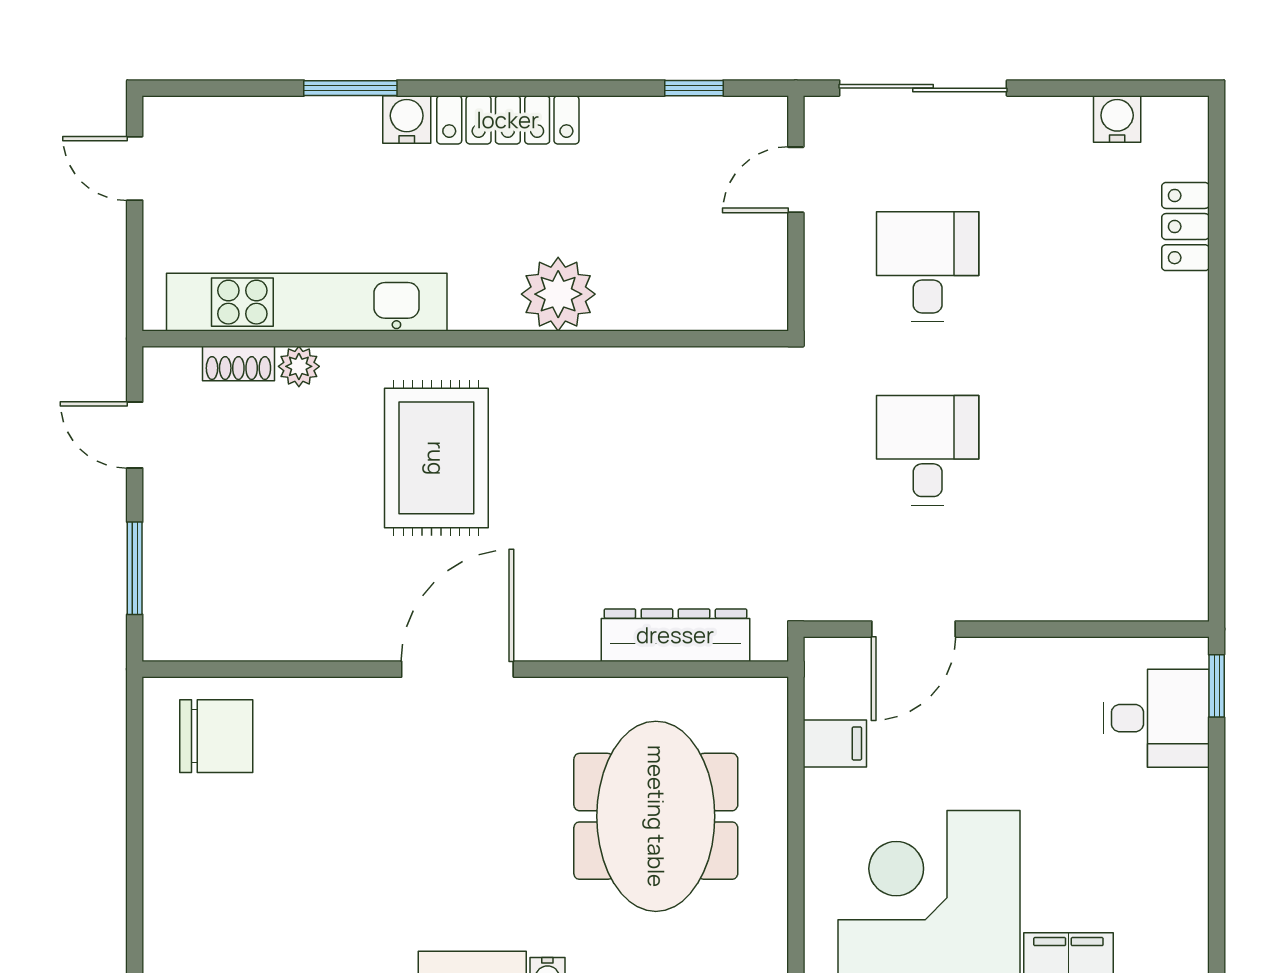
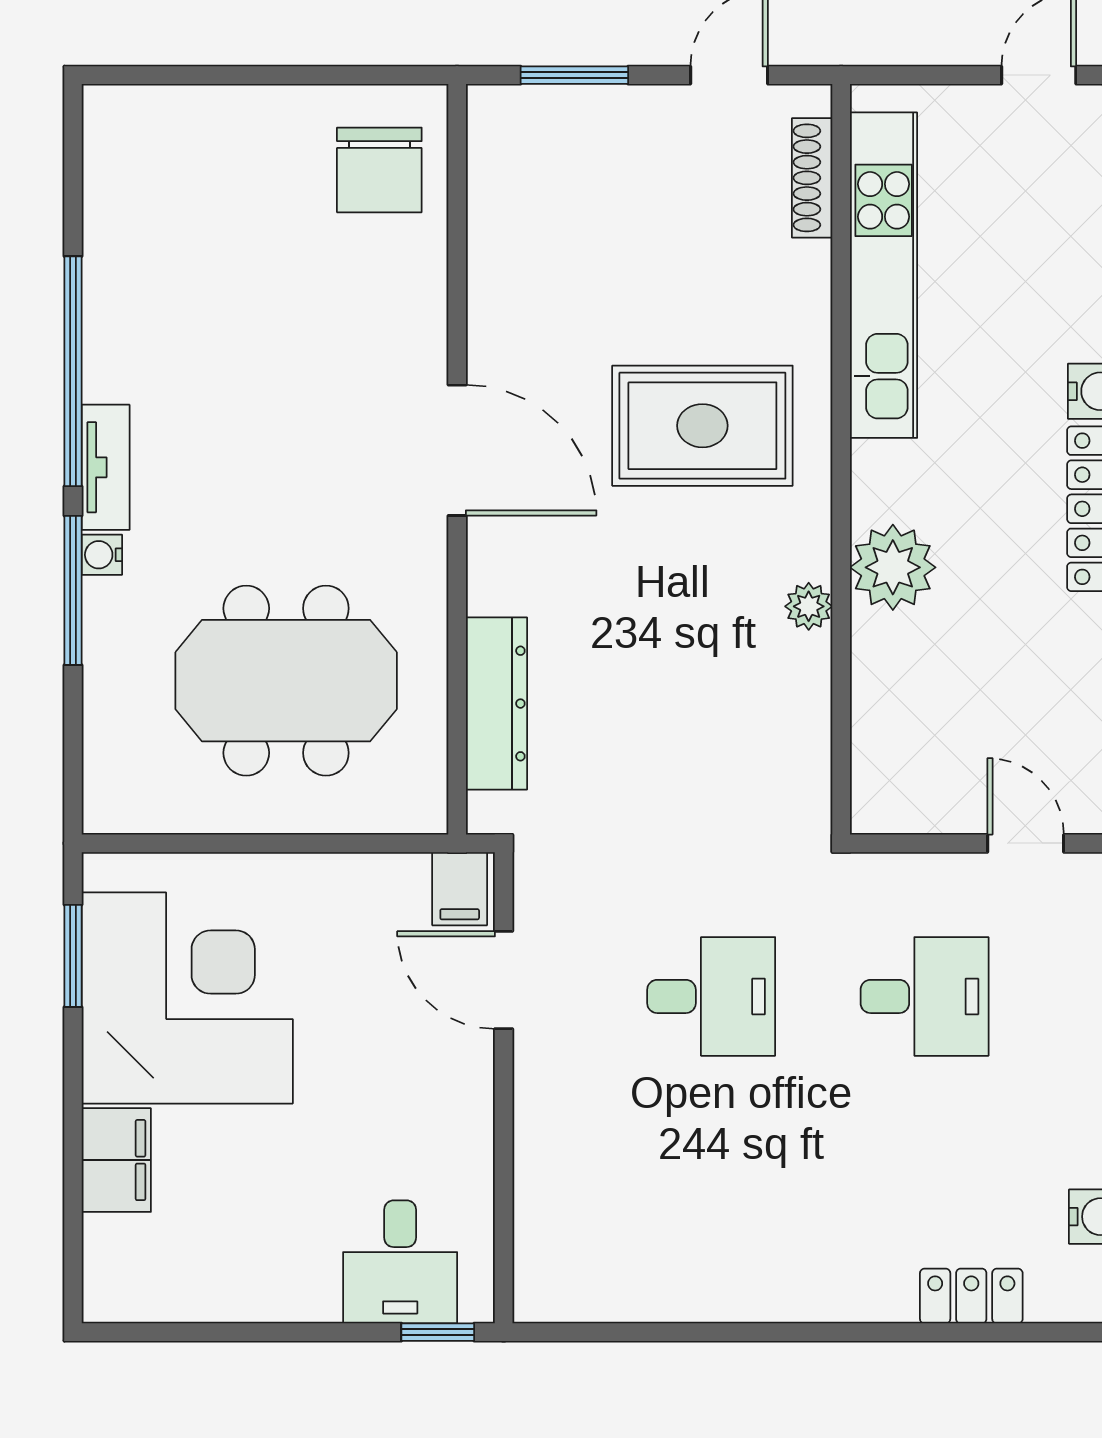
shoe rack: (238, 364) -> (812, 178), width x1.43
plant: (299, 366) -> (809, 606), moved
filing cabinet: (835, 743) -> (460, 889), moved

